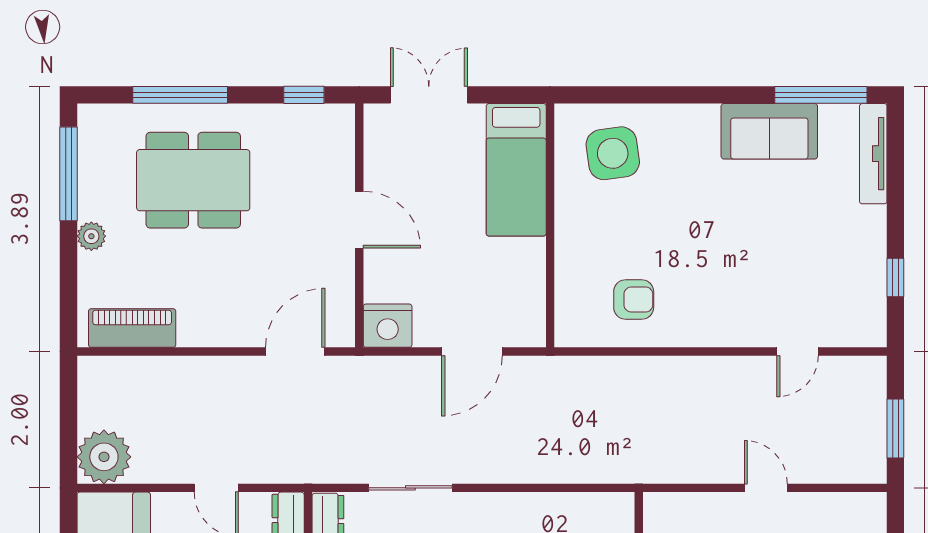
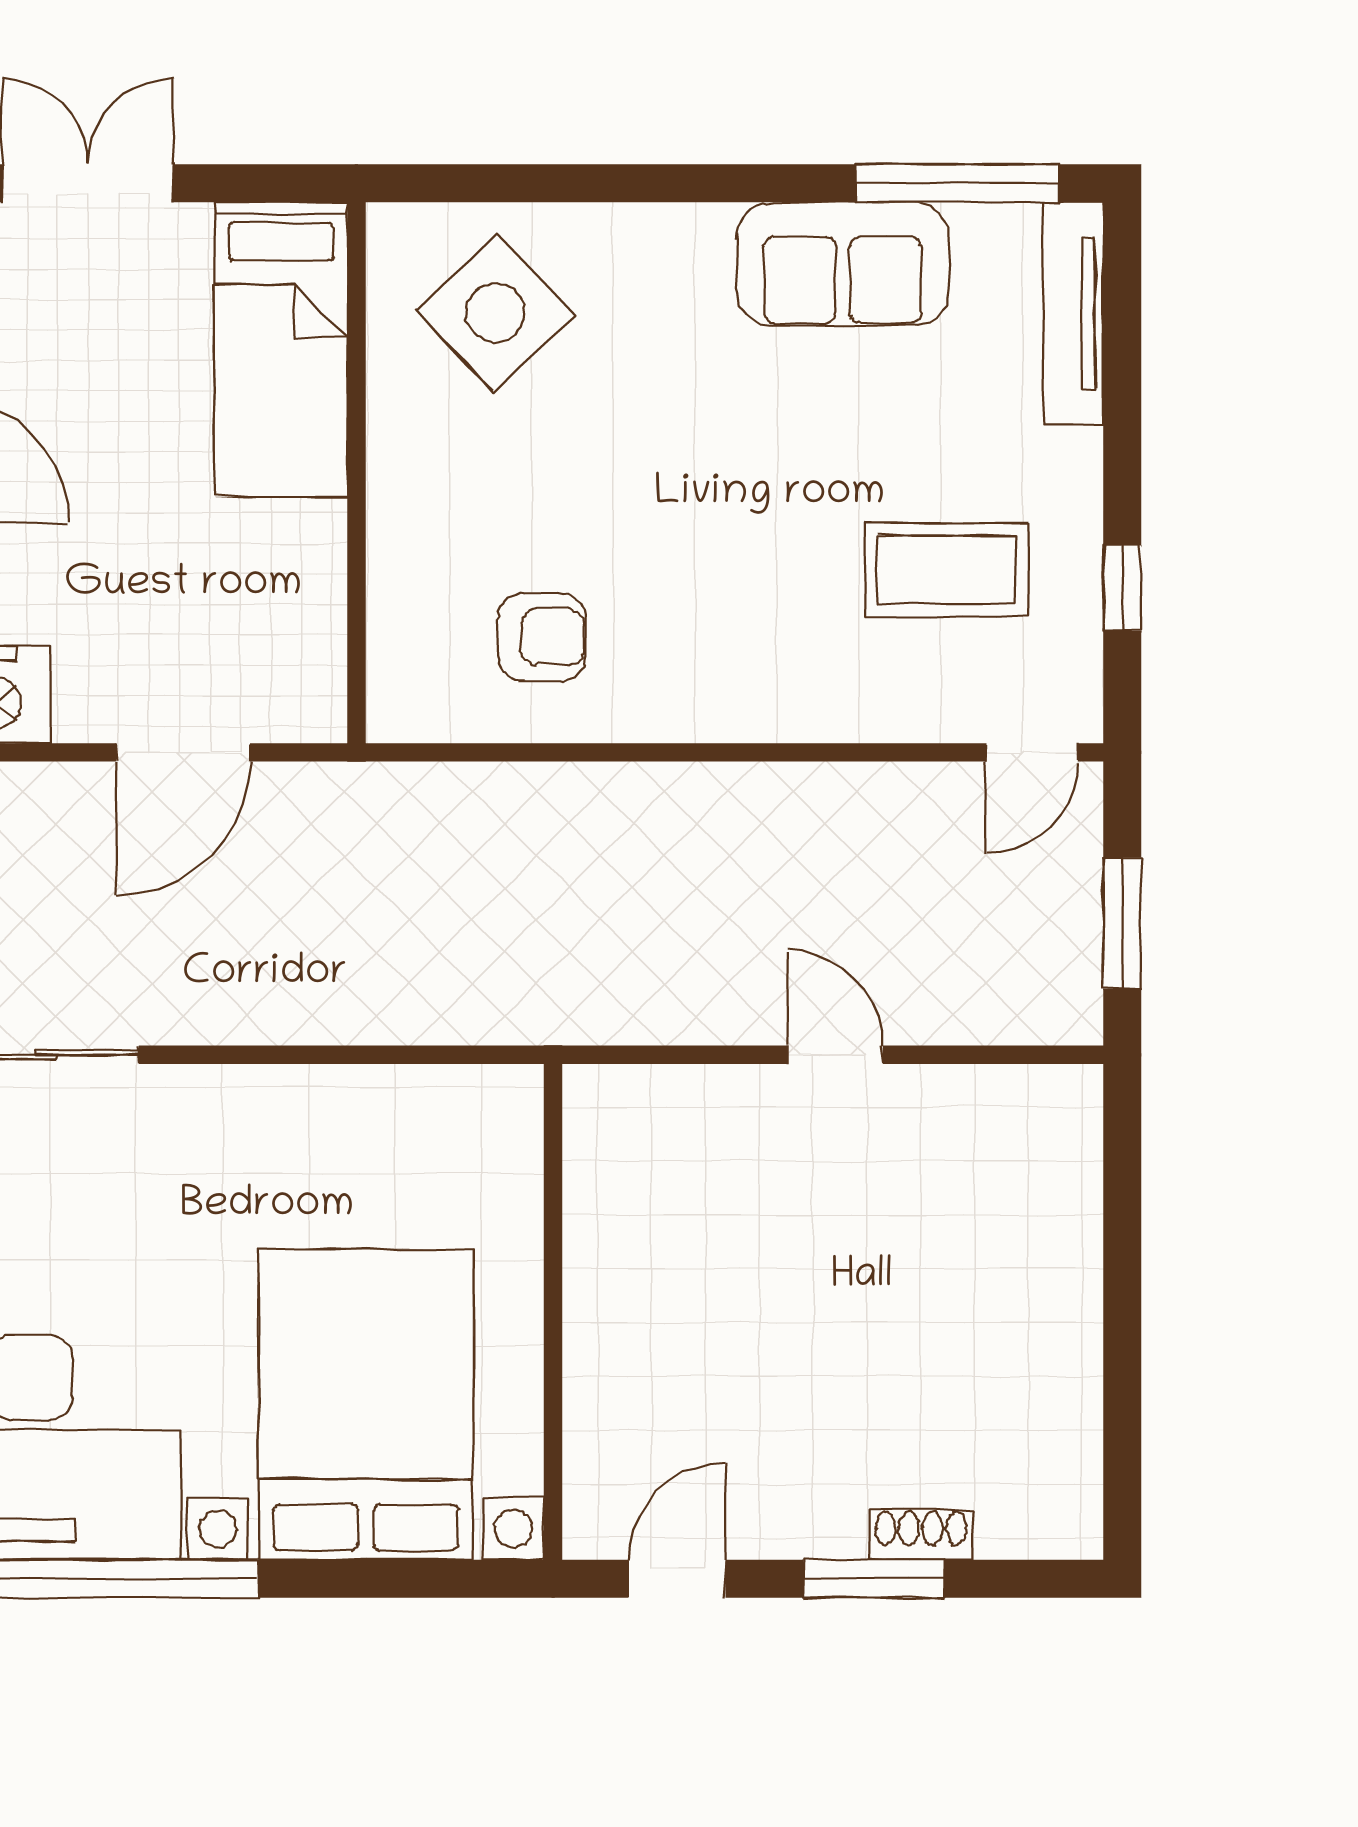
side table: (613, 153) -> (495, 313), turned -35
coffee table: (816, 269) -> (947, 570), added
door: (797, 352) -> (1032, 752), moved

